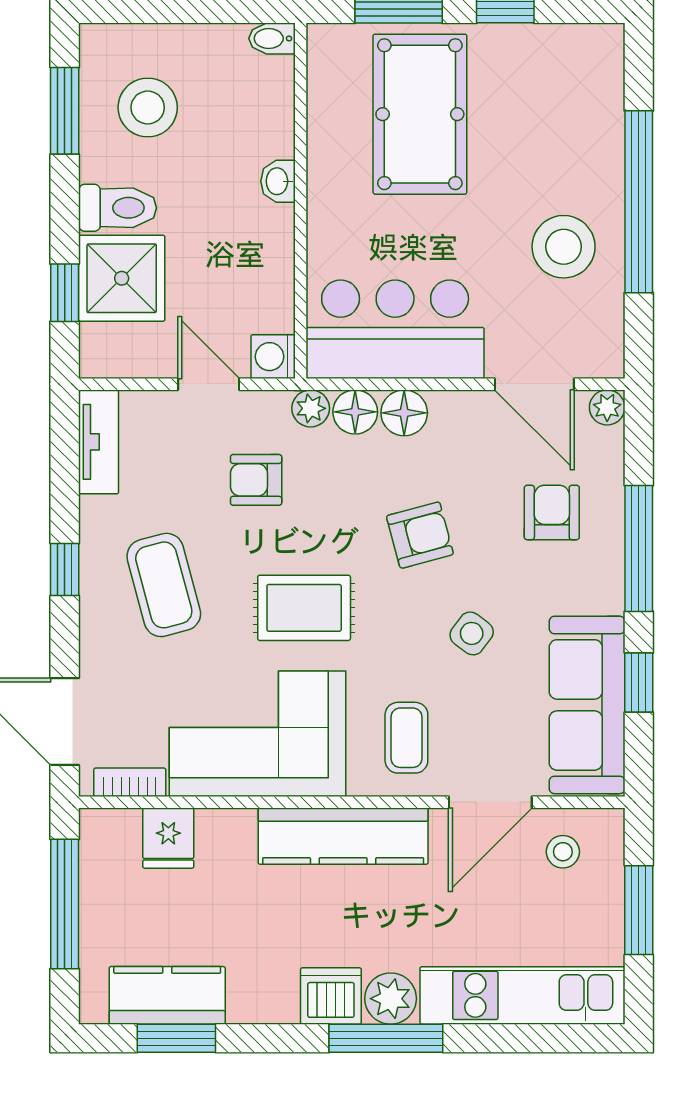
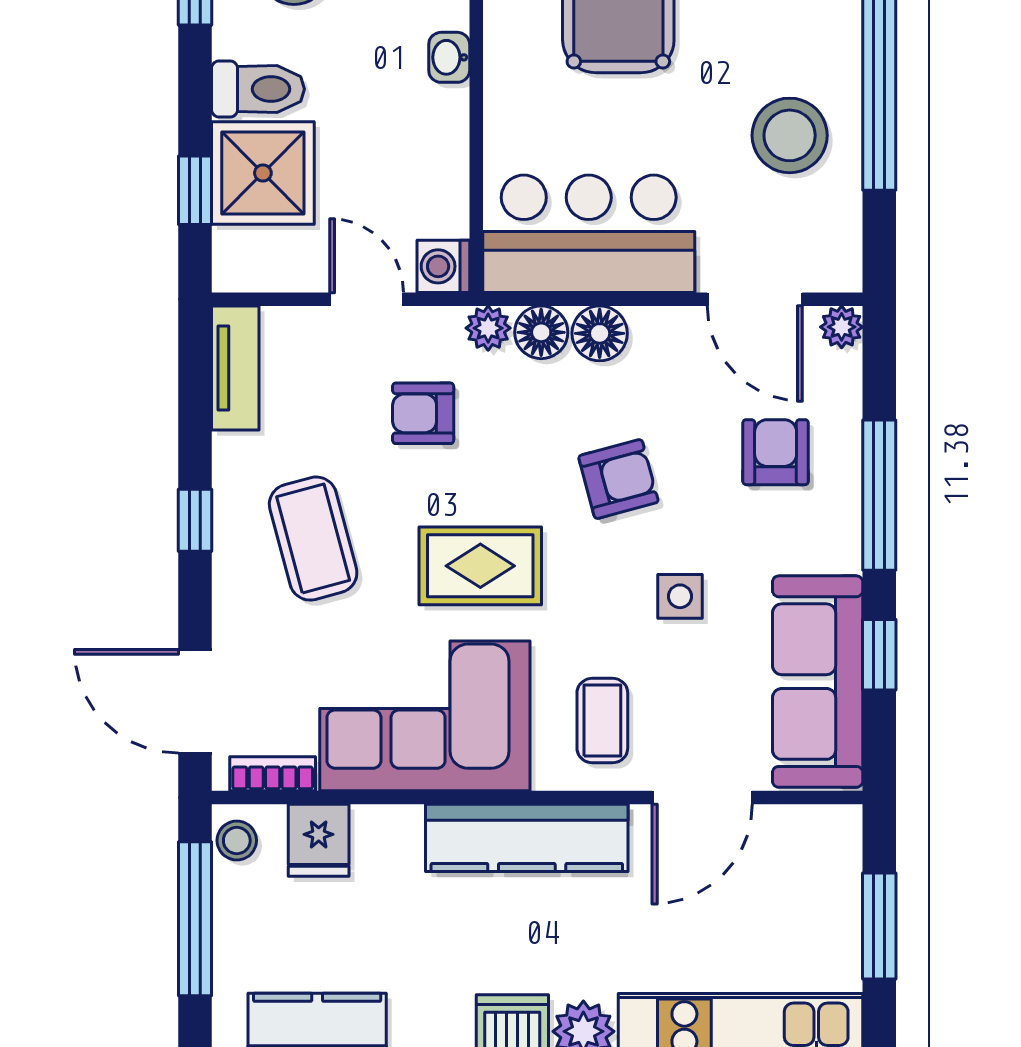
side table: (472, 633) -> (680, 596), turned -37
stool: (563, 852) -> (237, 841), moved

